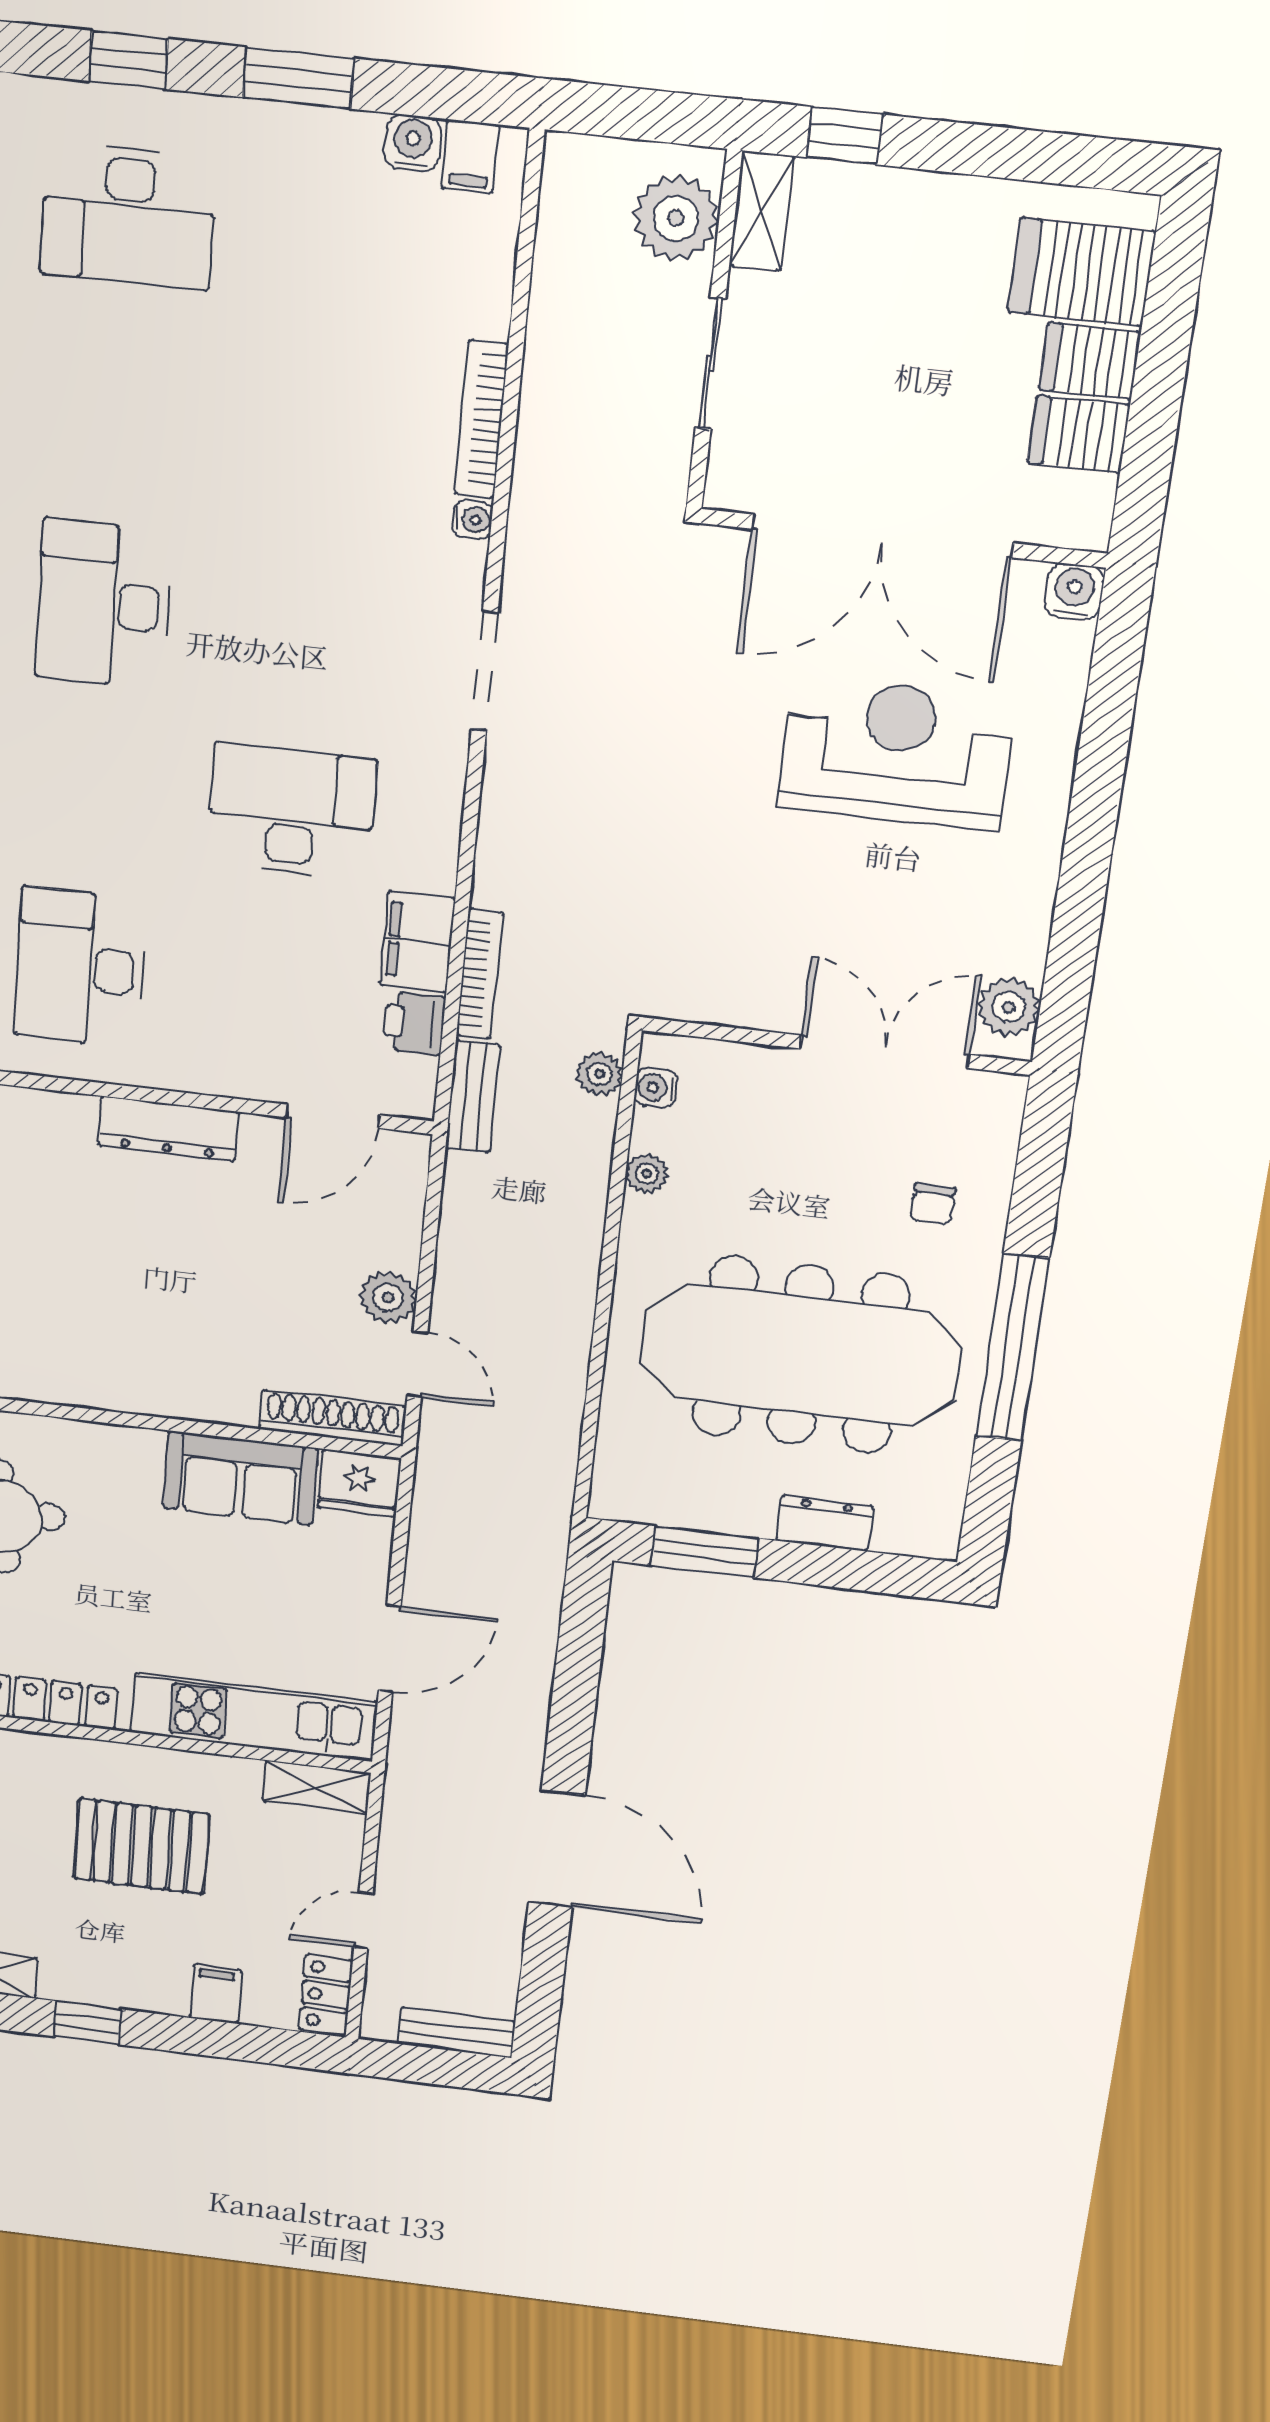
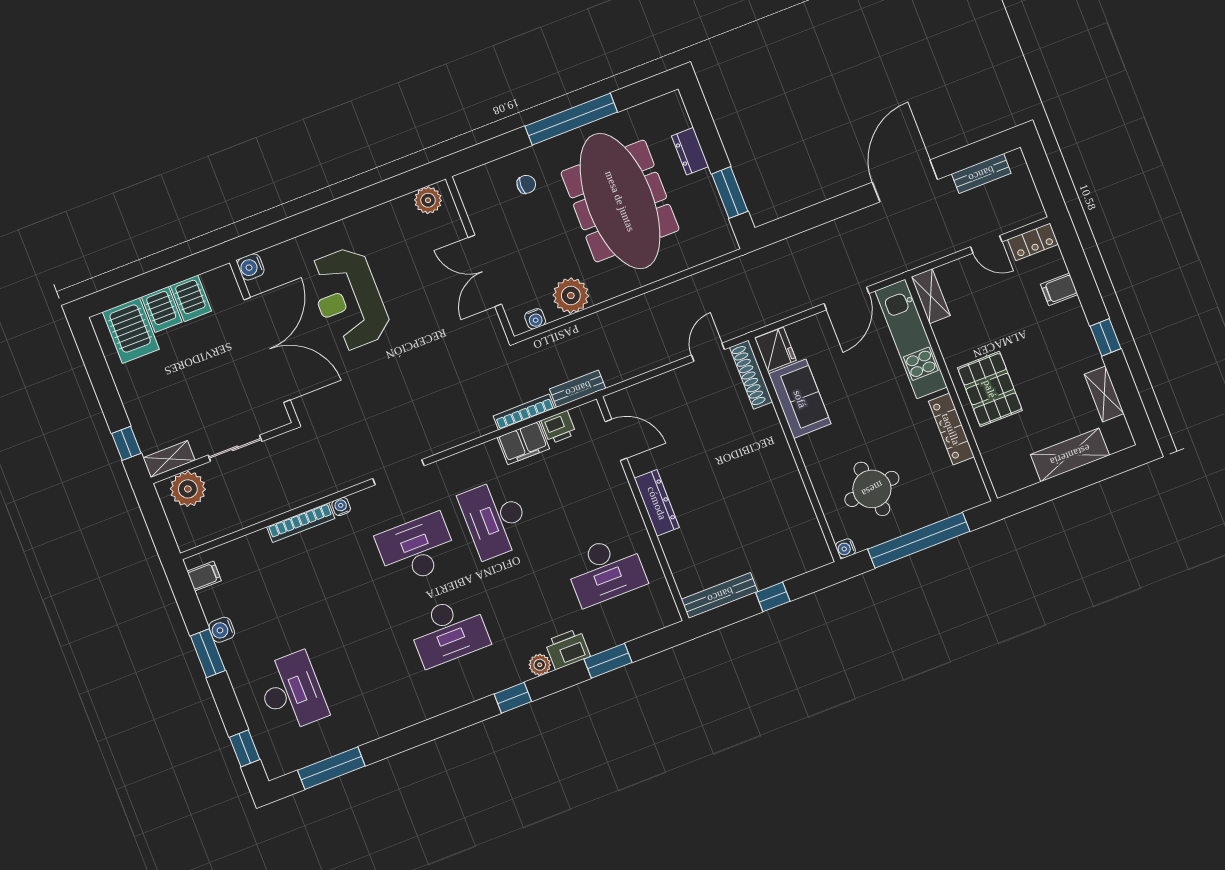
window: (128, 60) -> (245, 748), moved
water cooler: (413, 143) -> (222, 630), moved
desk: (306, 627) -> (417, 549), added
double door: (885, 1052) -> (485, 271), moved
plant: (599, 1074) -> (541, 344), removed
plant: (647, 1174) -> (571, 296), width x1.88, depth x1.88
plant: (388, 1297) -> (684, 379), removed
door: (390, 1649) -> (847, 298), swing flipped
pallet: (141, 1846) -> (990, 389), moved
bench: (456, 2032) -> (981, 174), moved, turned 90

